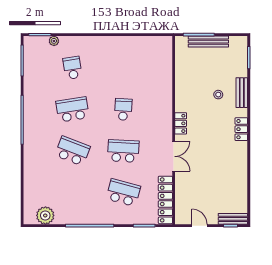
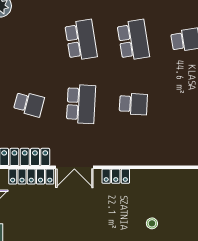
school desk: (72, 151) -> (81, 40), turned -30
locker: (181, 191) -> (31, 177), added
school desk: (123, 193) -> (29, 104), width x0.54

